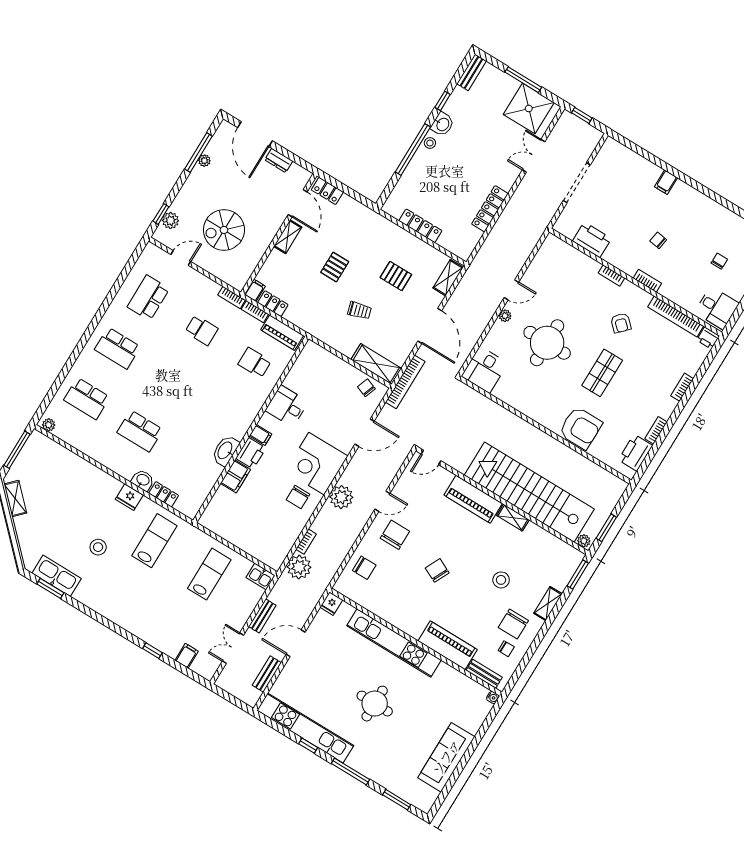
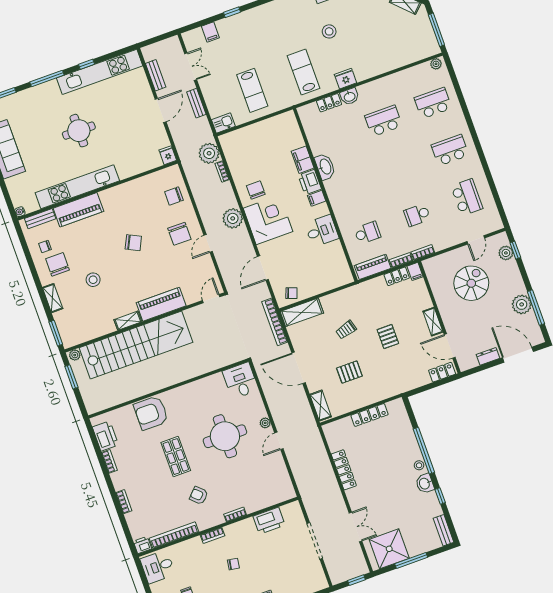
plant: (204, 161) -> (522, 304), width x1.88, depth x1.88
lab bench: (154, 541) -> (303, 72), turned 180
kitchen unit: (394, 643) -> (77, 187), moved

